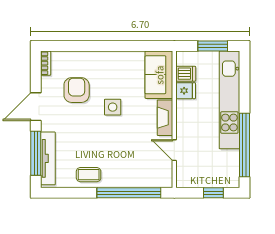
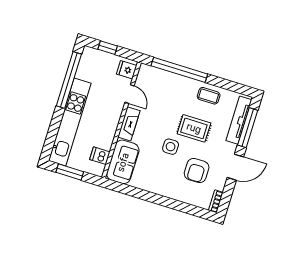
fridge: (186, 91) -> (127, 70), moved
rug: (94, 135) -> (194, 128), added

